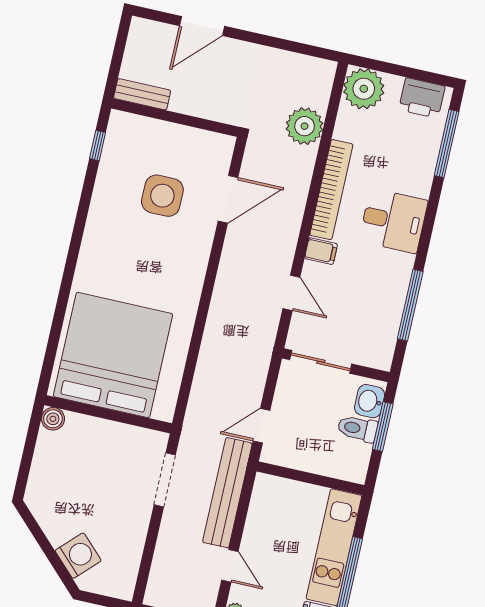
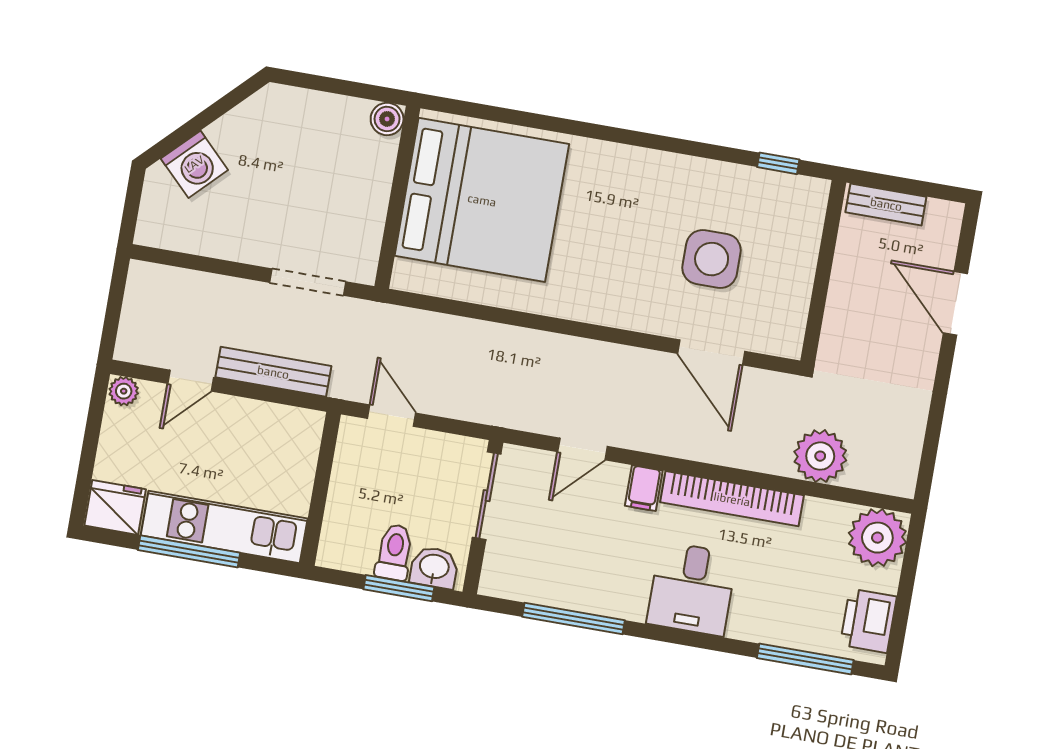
bench: (142, 94) -> (886, 204), moved, turned 90
bench: (227, 493) -> (273, 372), width x0.73, depth x0.82

